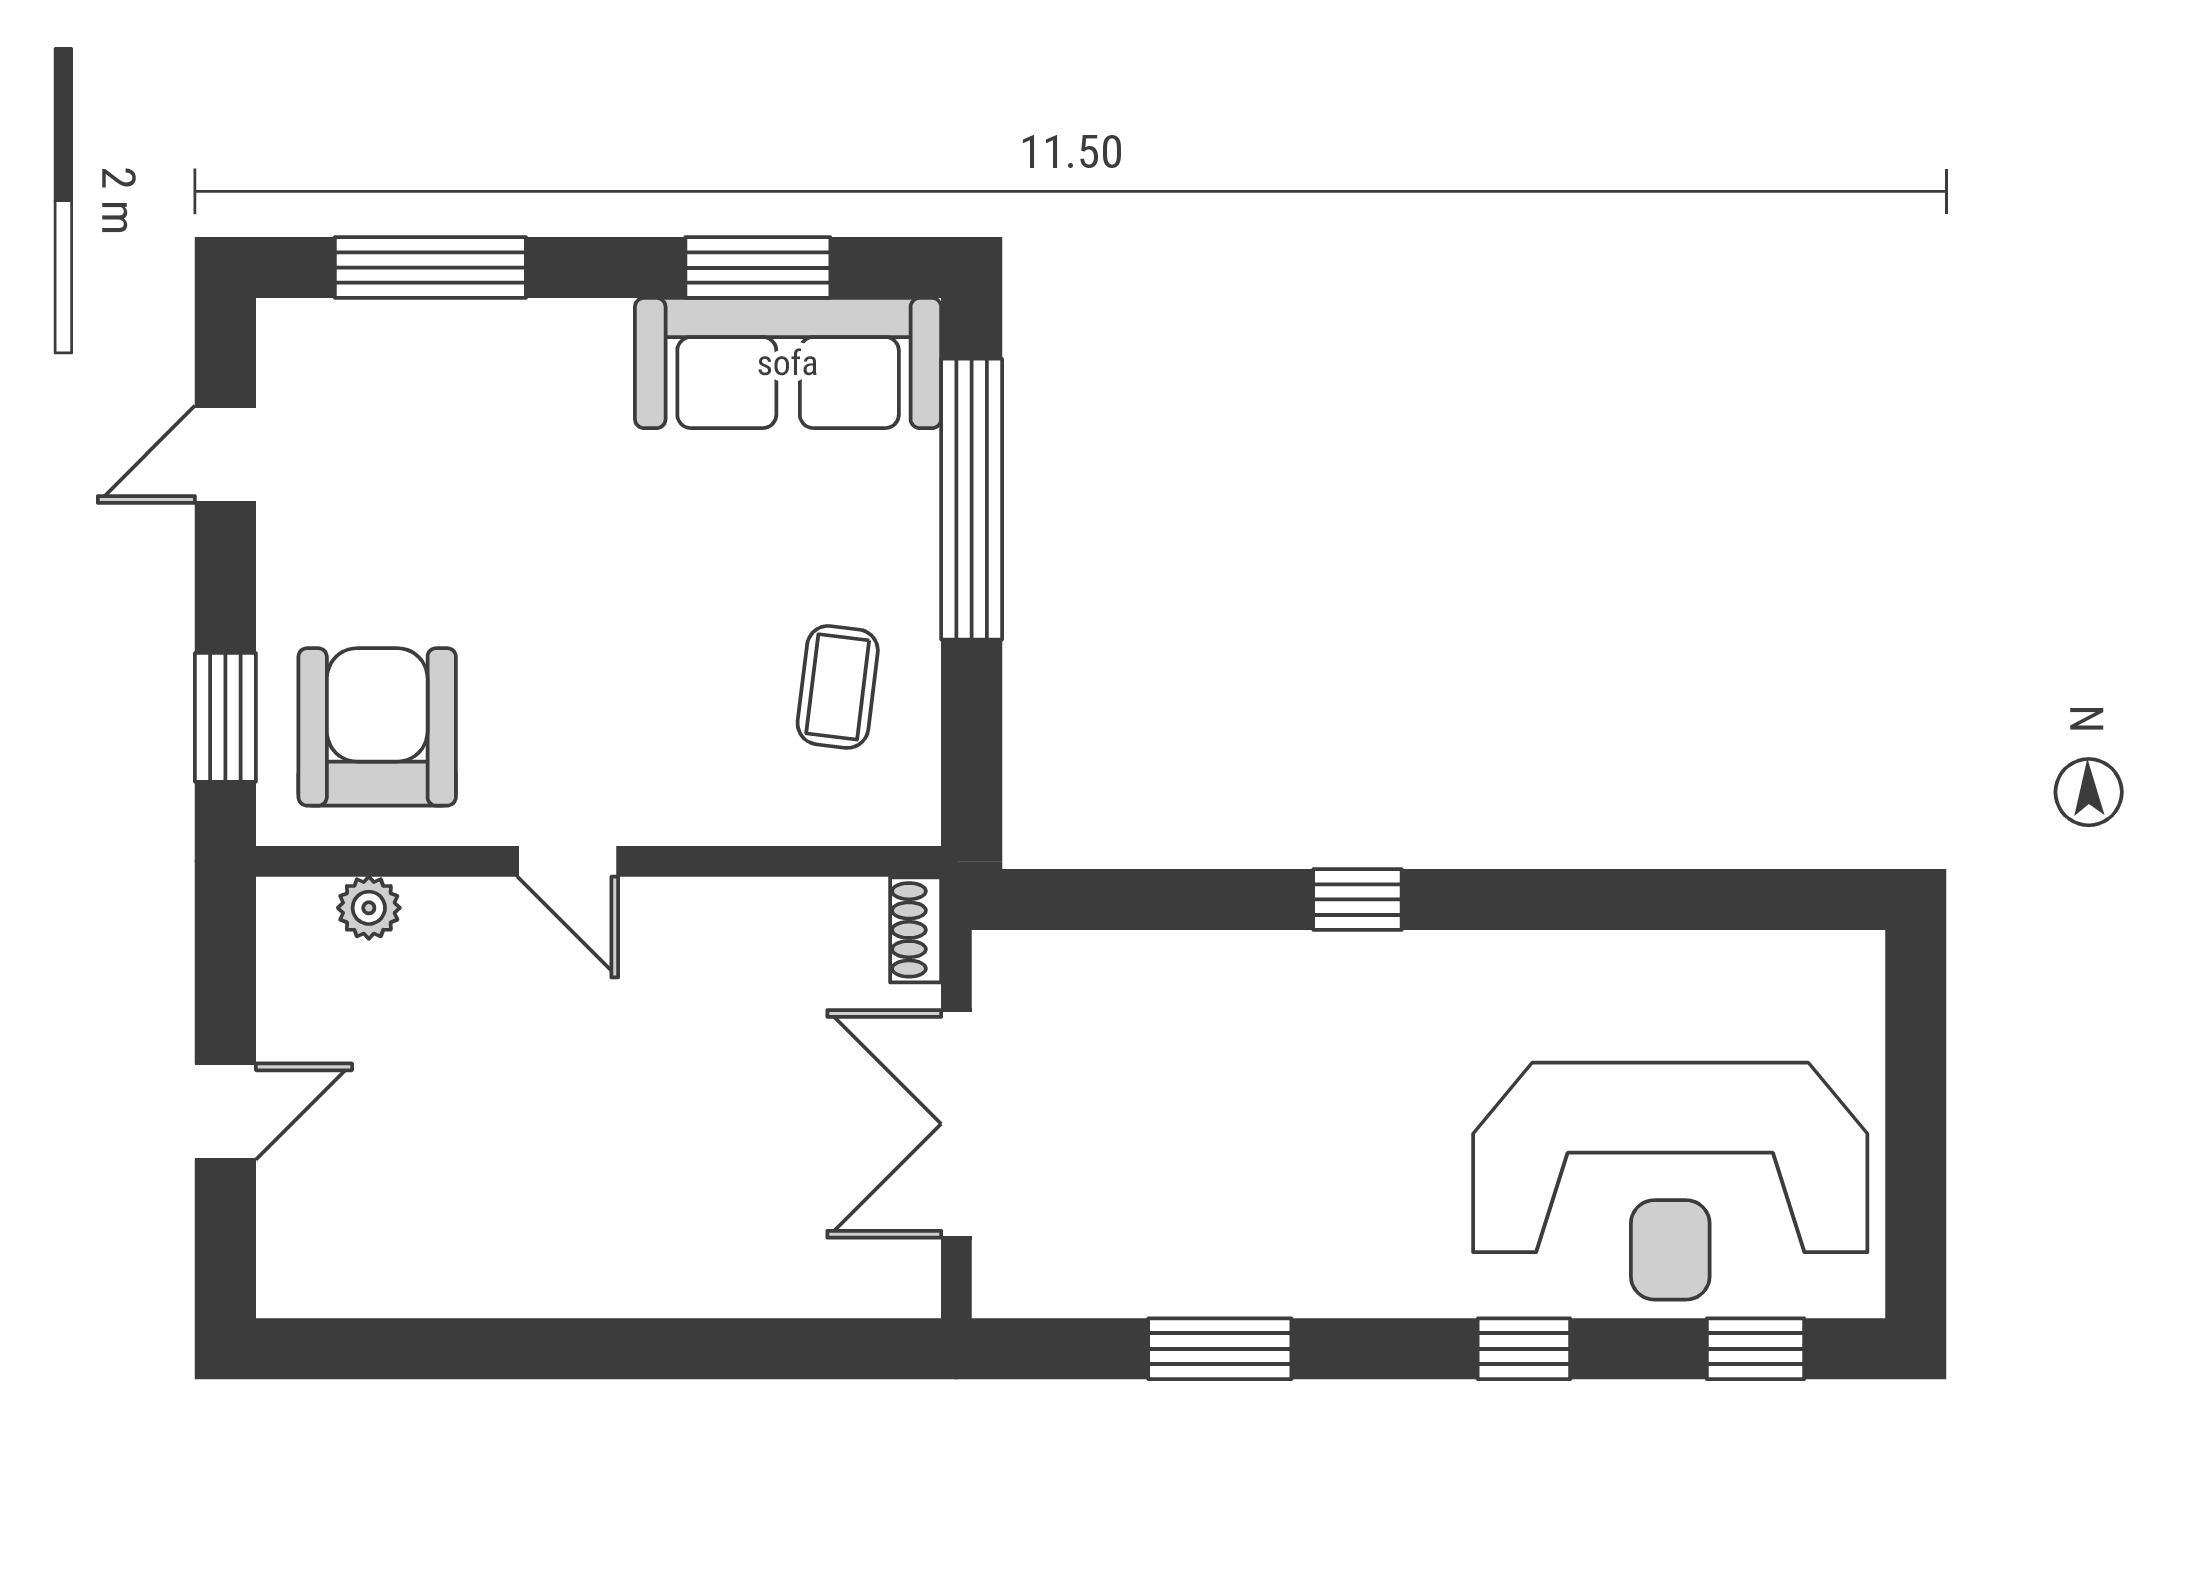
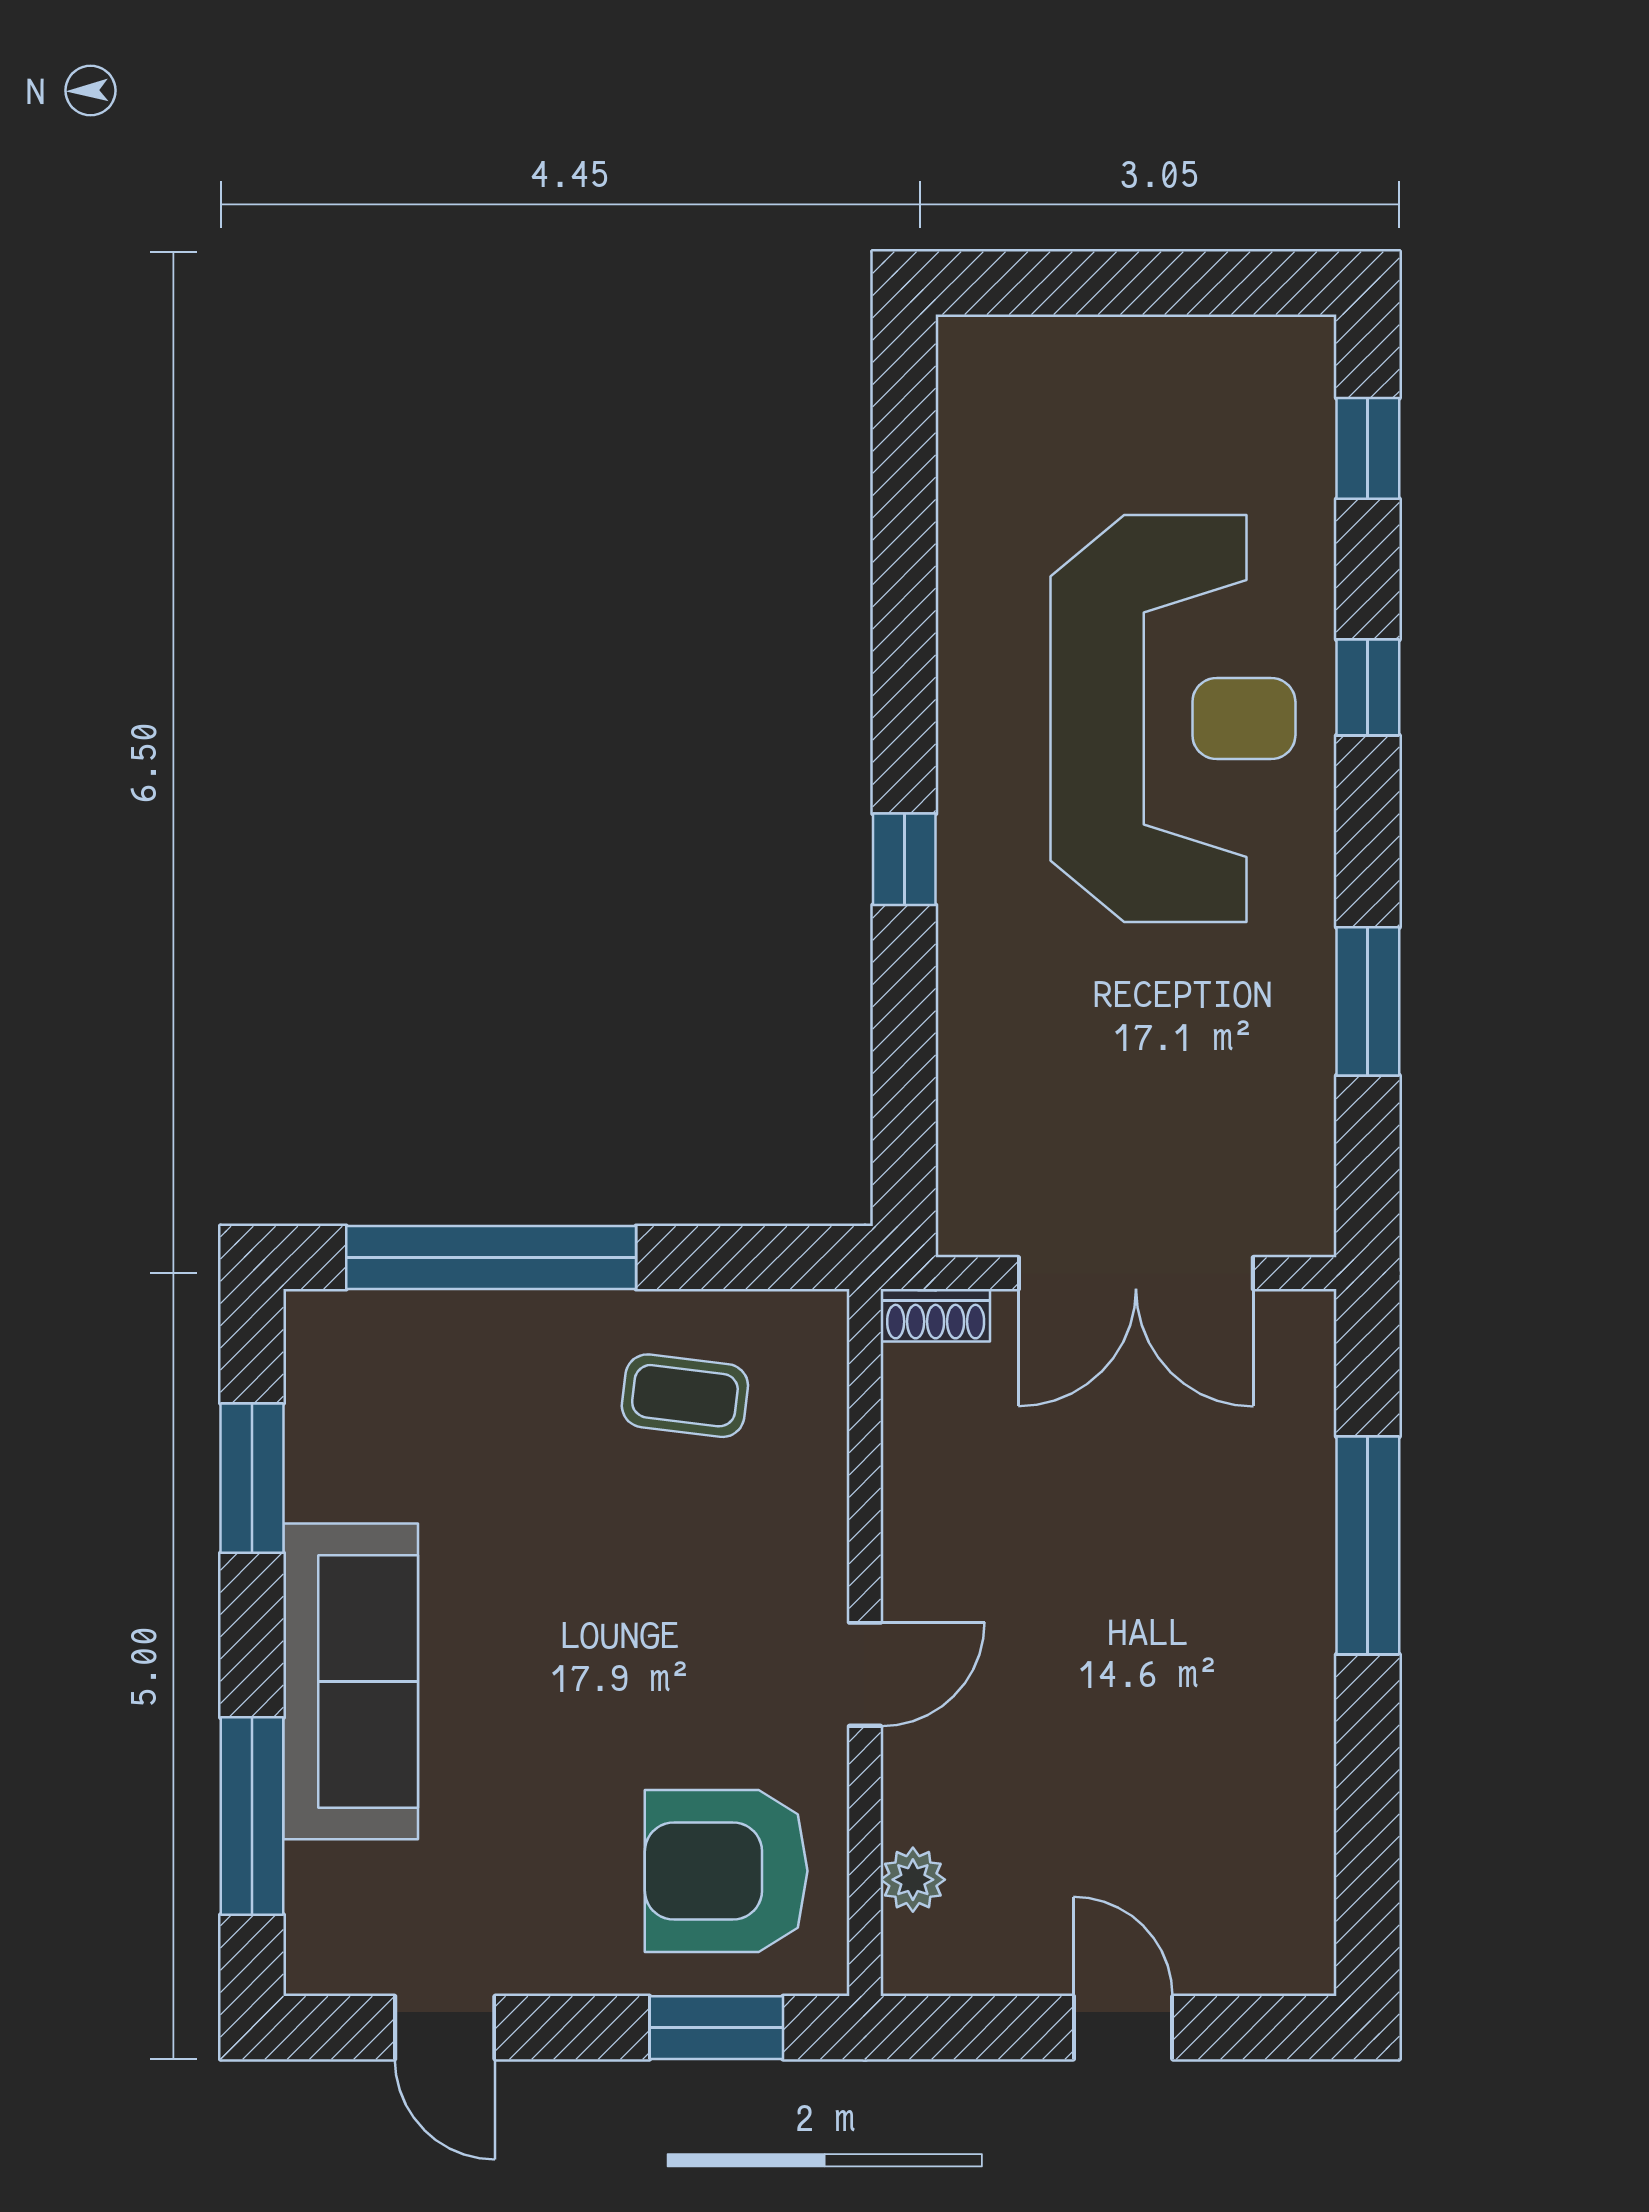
sofa: (788, 363) -> (351, 1681), moved
reception desk: (1670, 1181) -> (1173, 718), moved
window: (693, 1349) -> (1368, 1545), added

